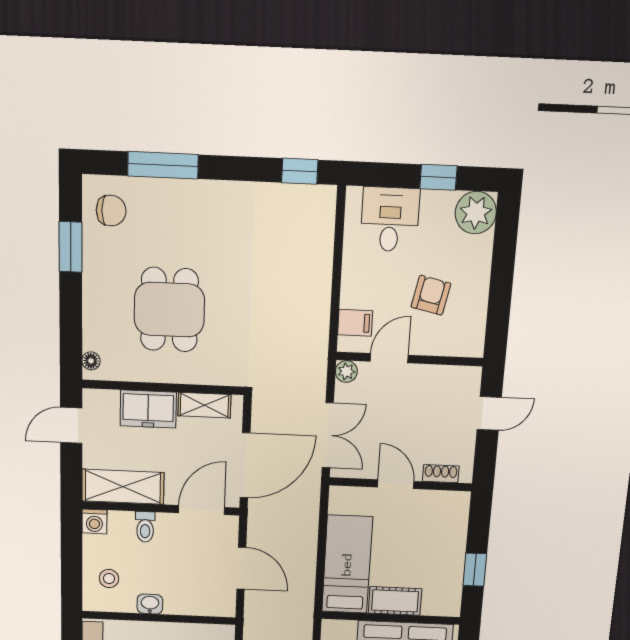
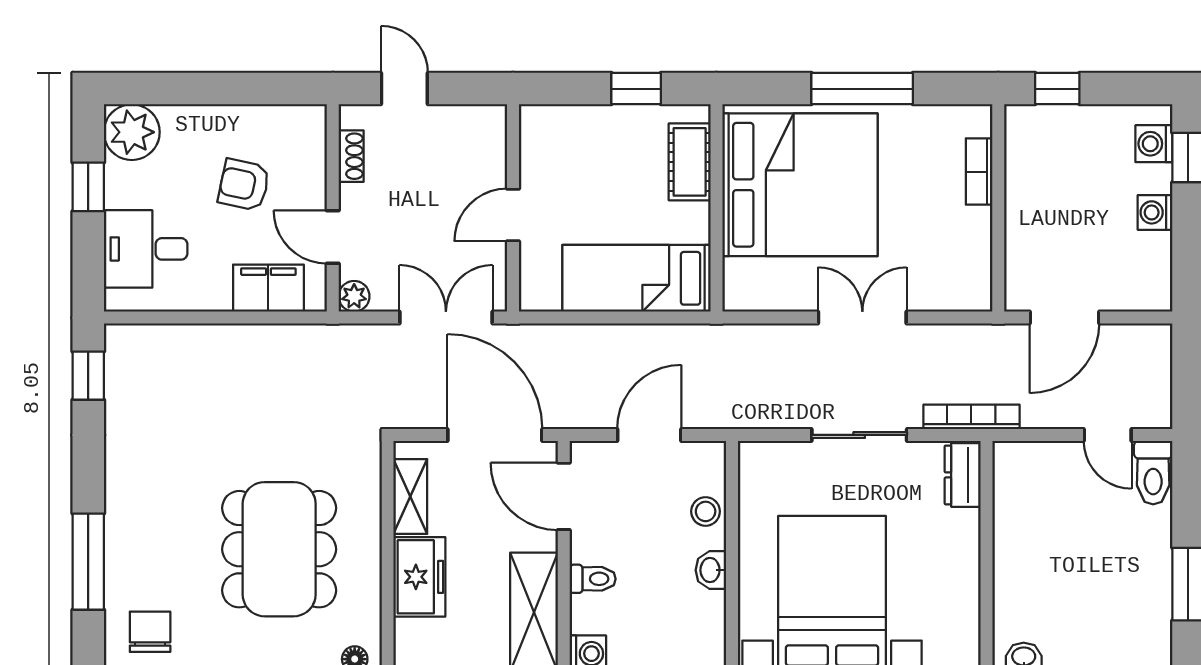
dining table: (169, 310) -> (279, 549), width x1.38
filing cabinet: (355, 323) -> (268, 288), width x2.00
shoe rack: (441, 474) -> (351, 156), moved, turned 180
stool: (109, 579) -> (706, 511), moved
cot: (395, 601) -> (690, 162), moved

